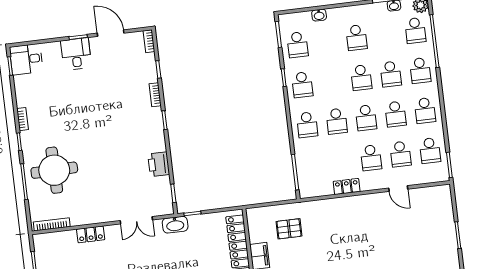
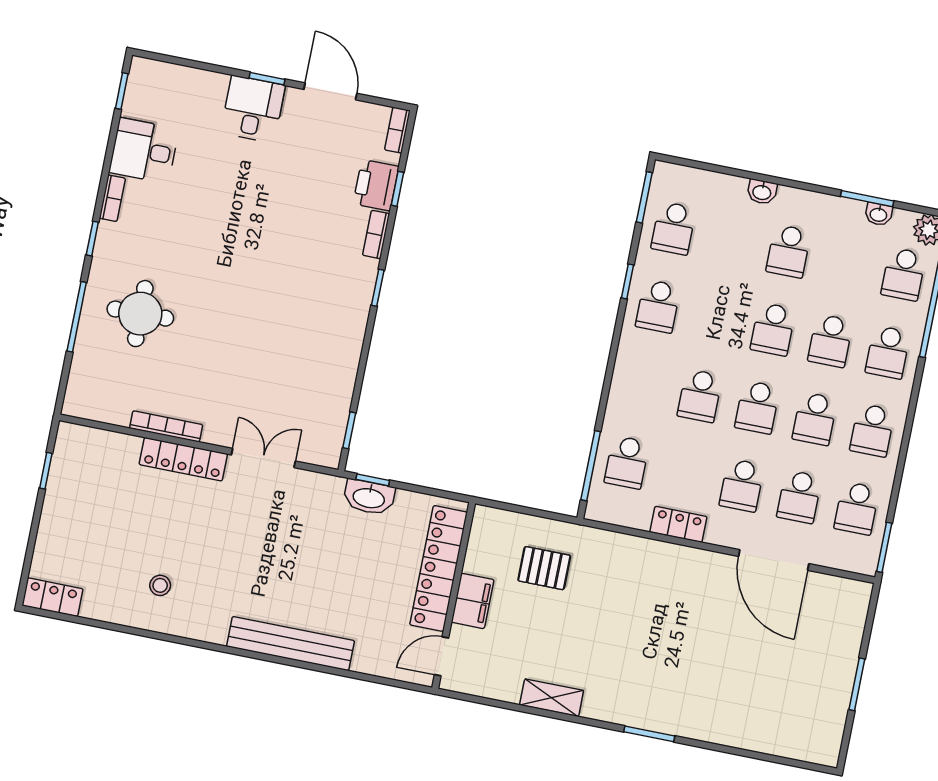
washbasin: (319, 15) -> (762, 192), moved
desk: (26, 59) -> (144, 151), moved
school desk: (307, 125) -> (627, 462), moved
printer: (159, 164) -> (376, 185), moved
round table: (54, 170) -> (140, 314), width x0.73, depth x0.73
door: (398, 189) -> (774, 560), width x1.87
double door: (136, 220) -> (263, 458), swing flipped
bookcase: (52, 224) -> (166, 426), moved
washbasin: (175, 225) -> (369, 497), moved
locker: (91, 234) -> (183, 459), width x1.53

